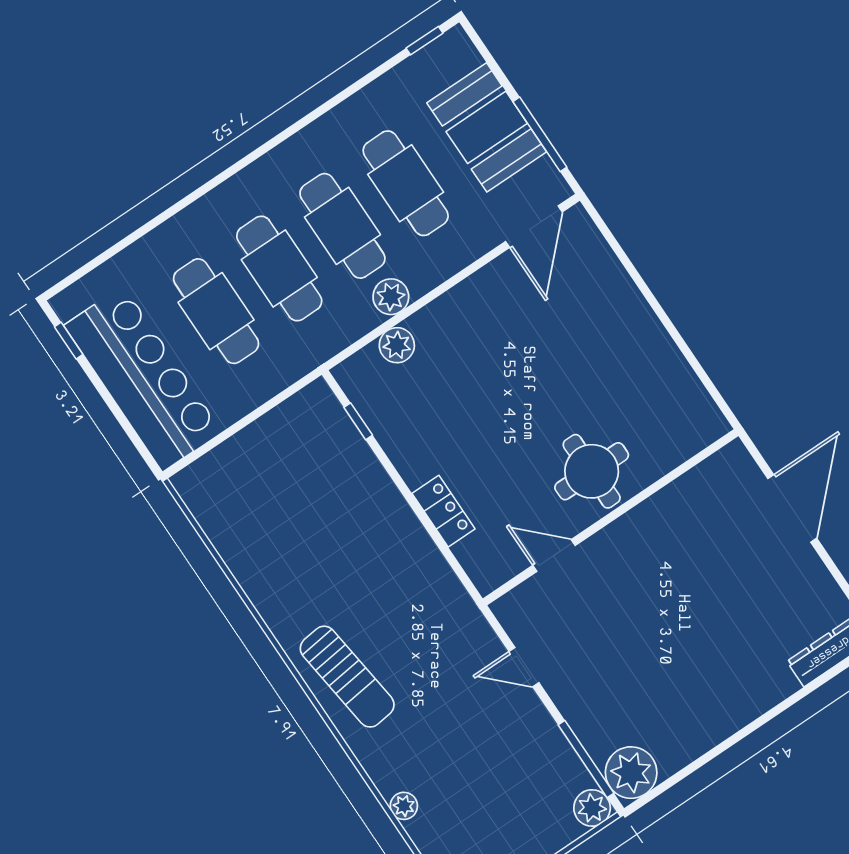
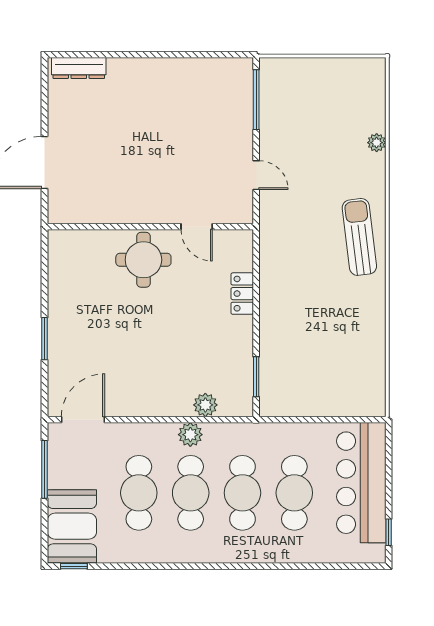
booth: (487, 127) -> (72, 526), moved
window: (647, 294) -> (45, 339), added
window: (358, 421) -> (256, 377), width x1.50
plant: (631, 773) -> (236, 75), removed
plant: (592, 808) -> (271, 70), removed

